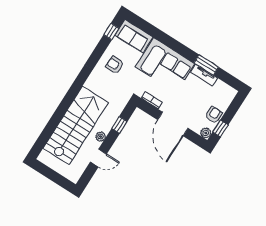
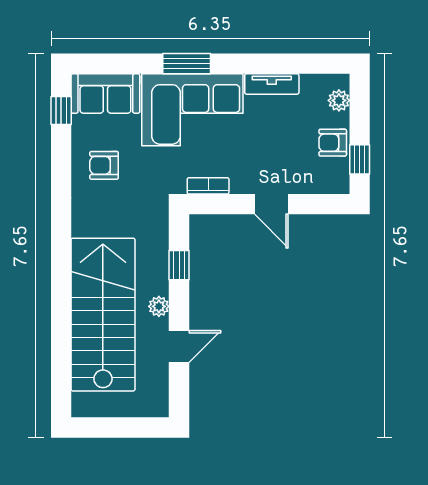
window: (206, 65) -> (187, 64), moved
armchair: (214, 115) -> (333, 143), turned -90
door: (173, 124) -> (271, 204), width x0.53
plant: (206, 133) -> (339, 100), moved

